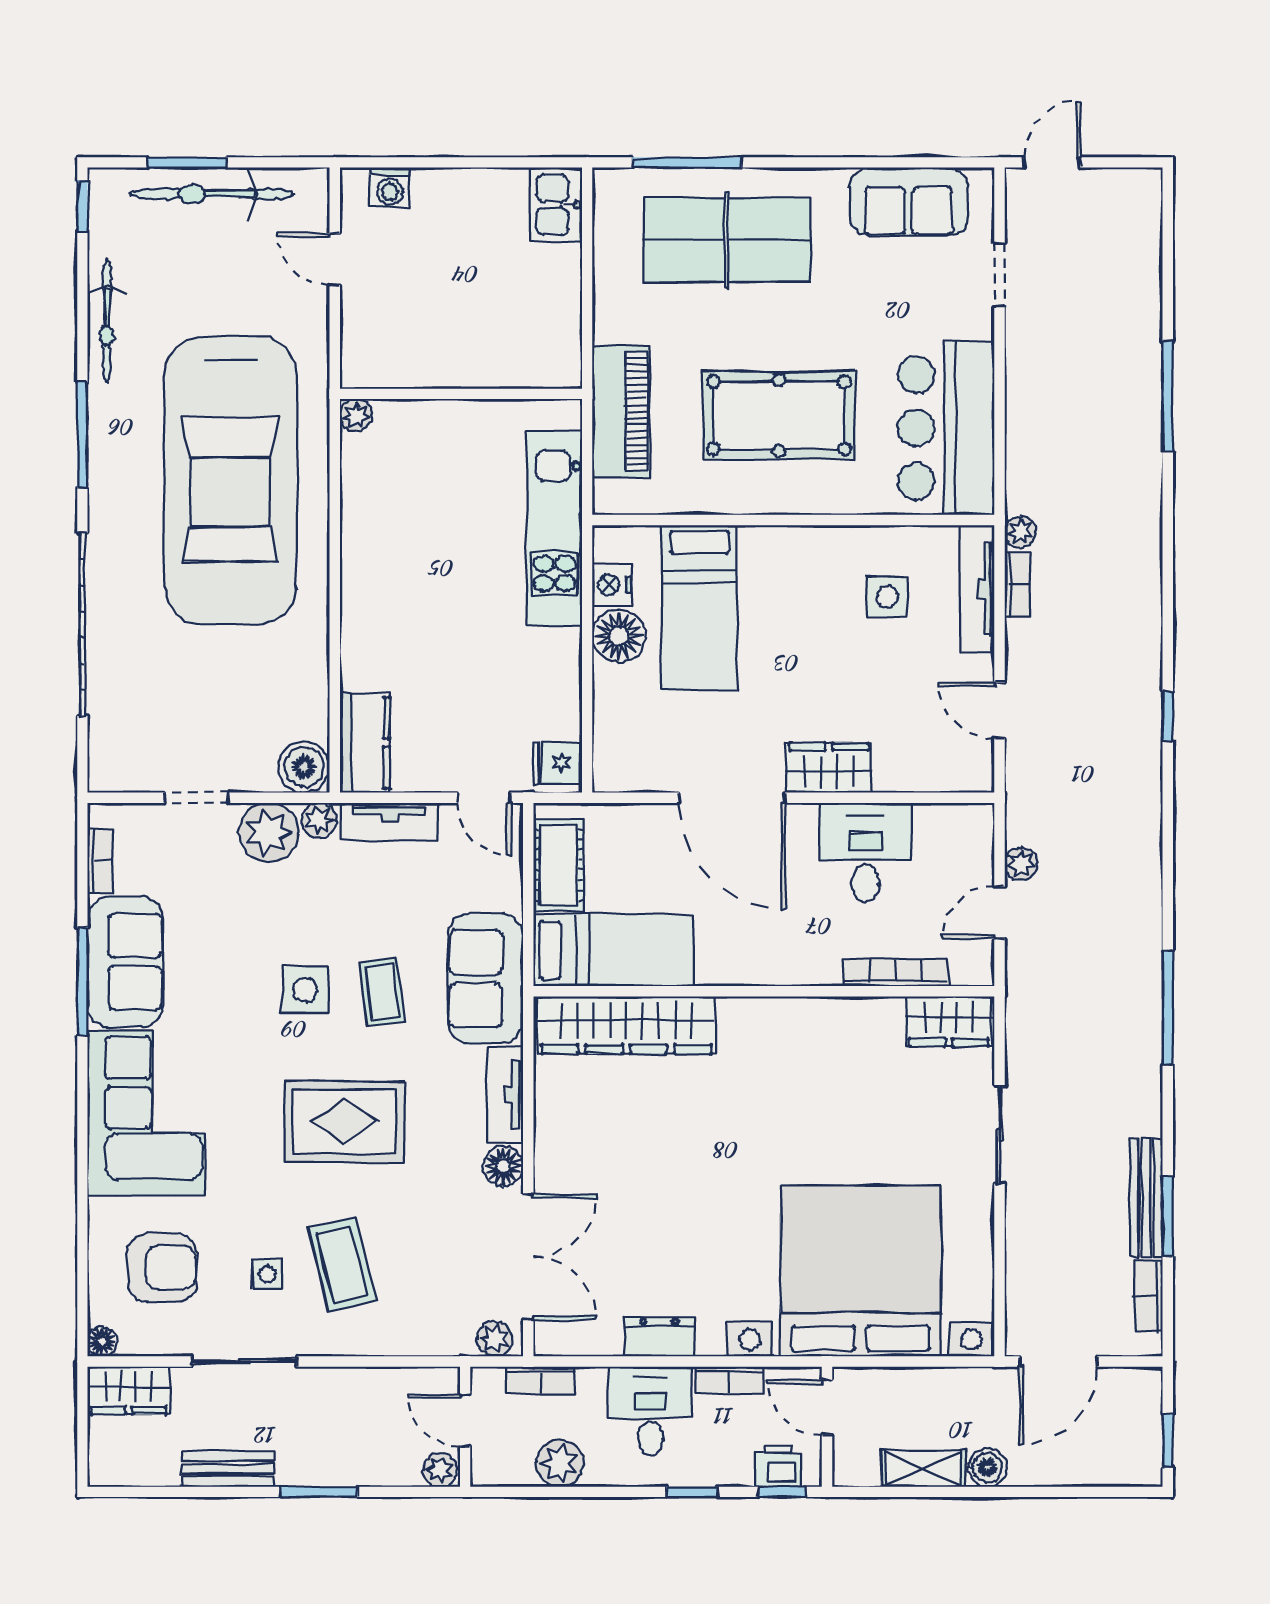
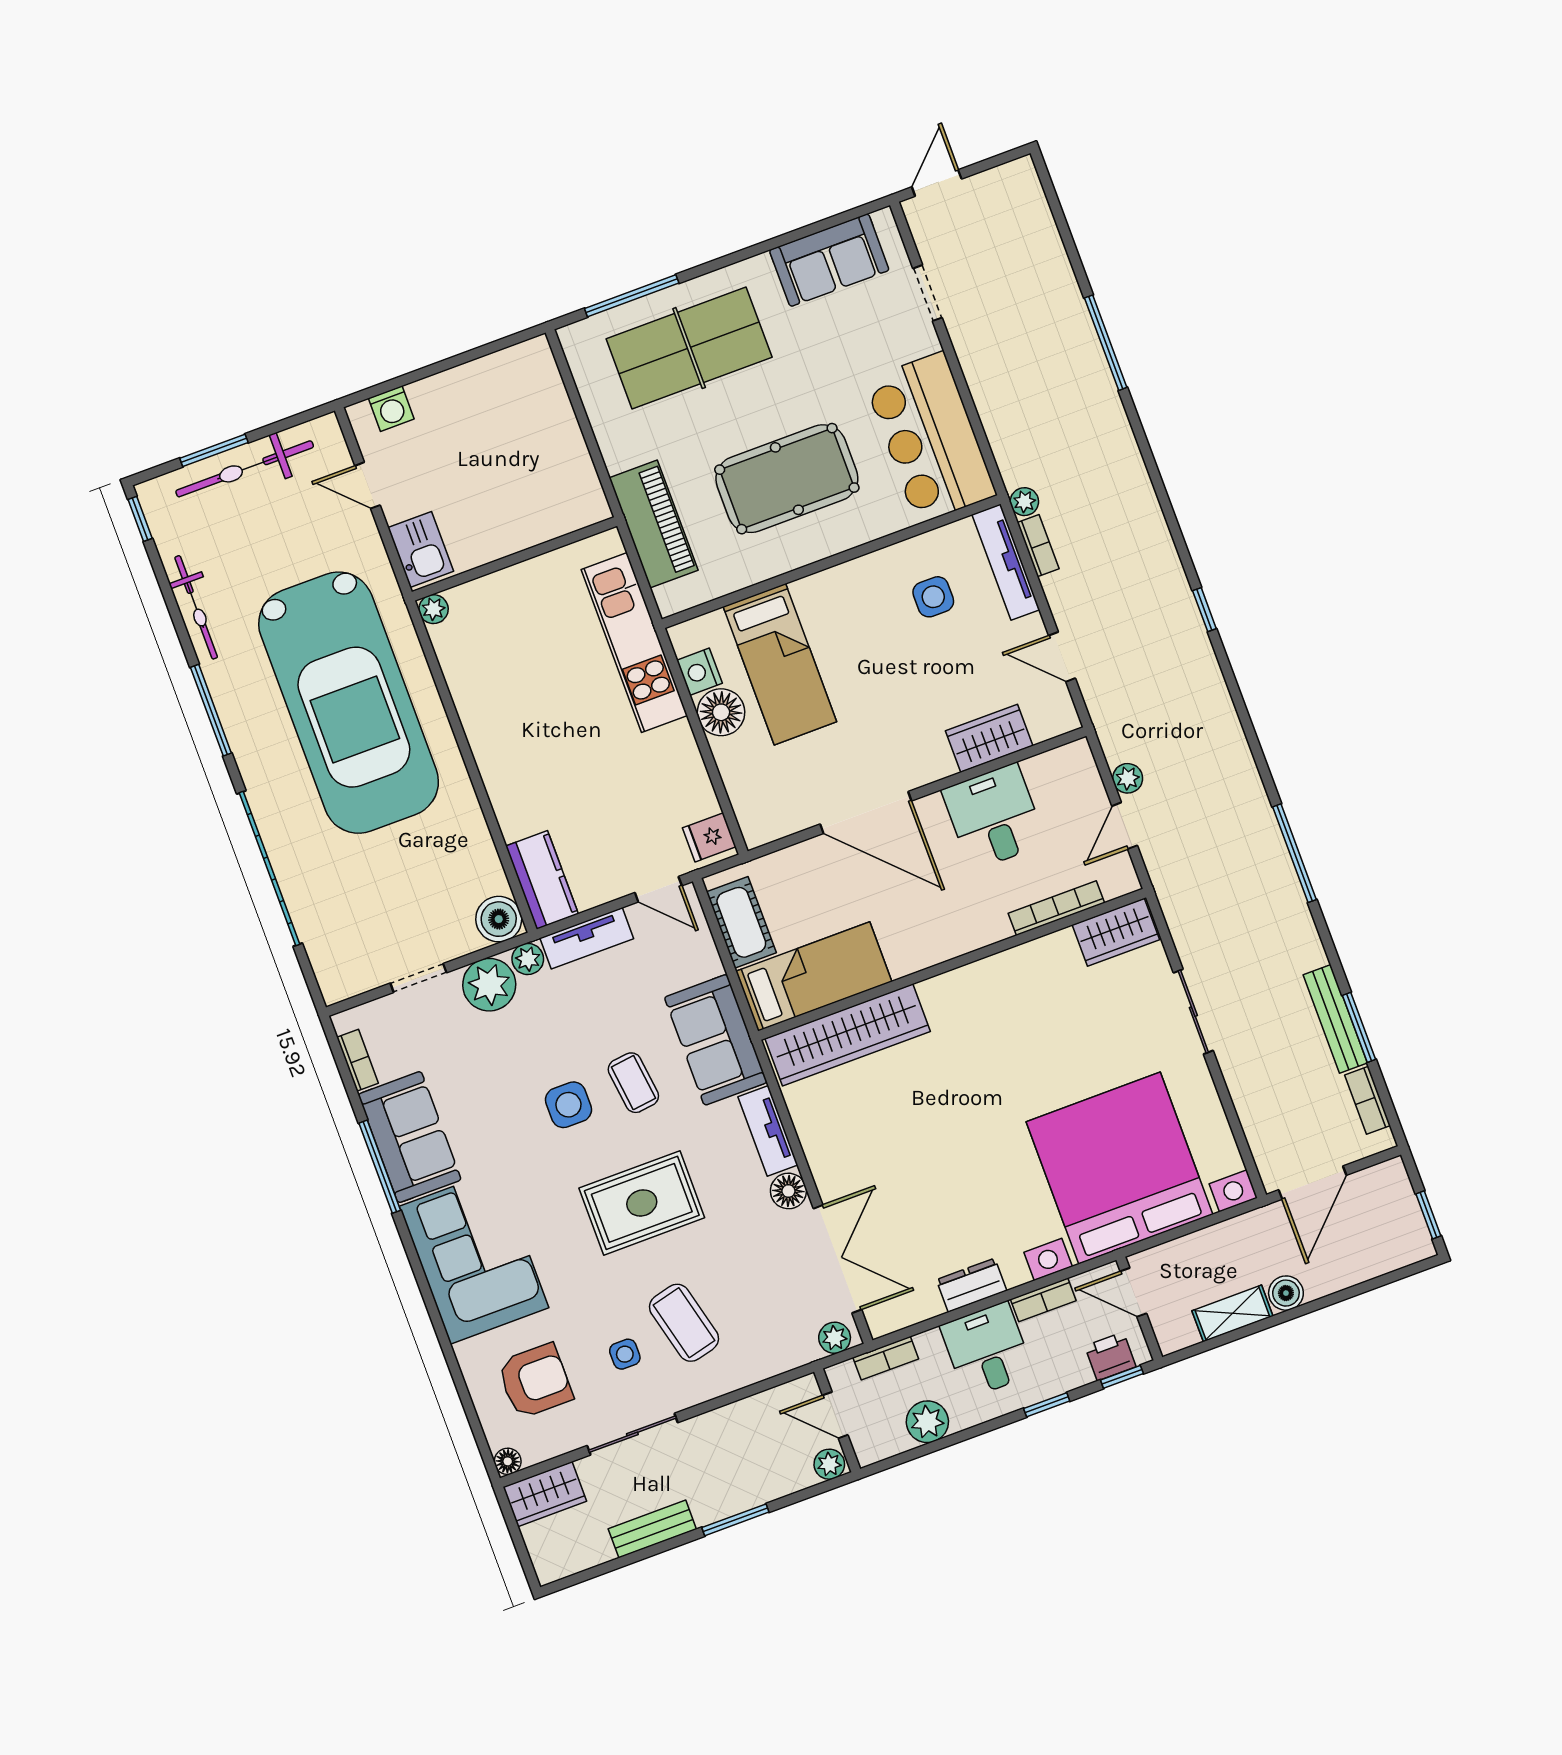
kitchen sink: (556, 205) -> (421, 549), moved, turned 180
wardrobe: (829, 768) -> (989, 738), moved

